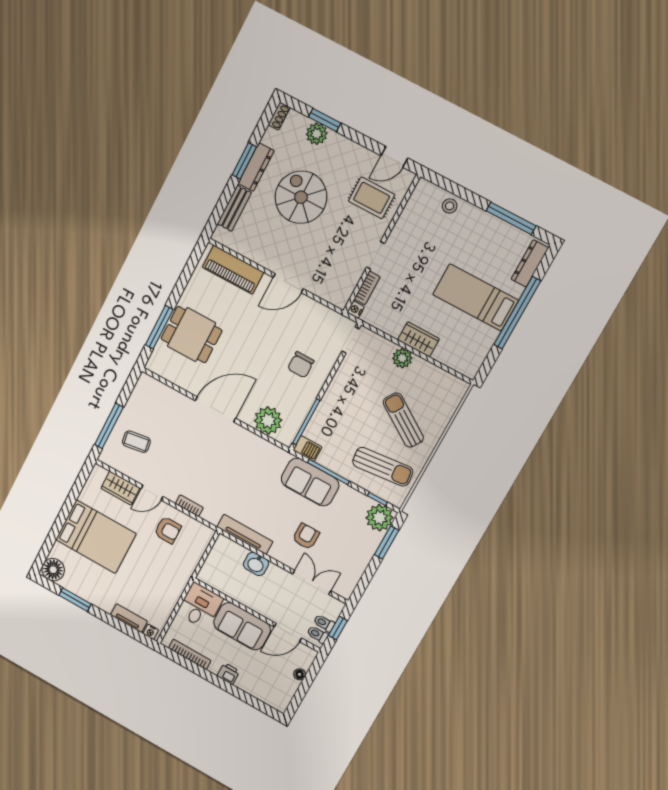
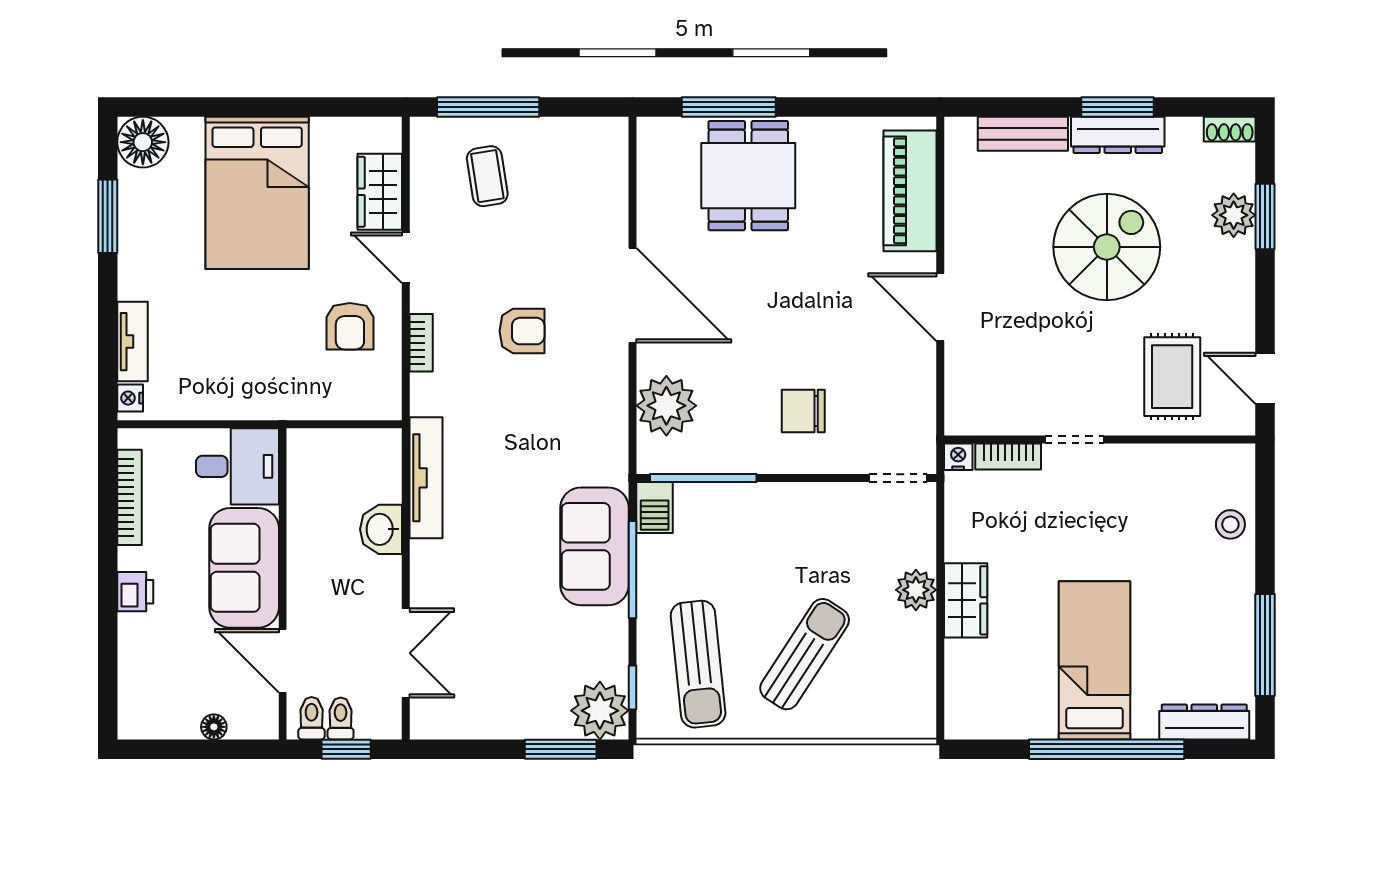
armchair: (306, 536) -> (522, 331), moved

